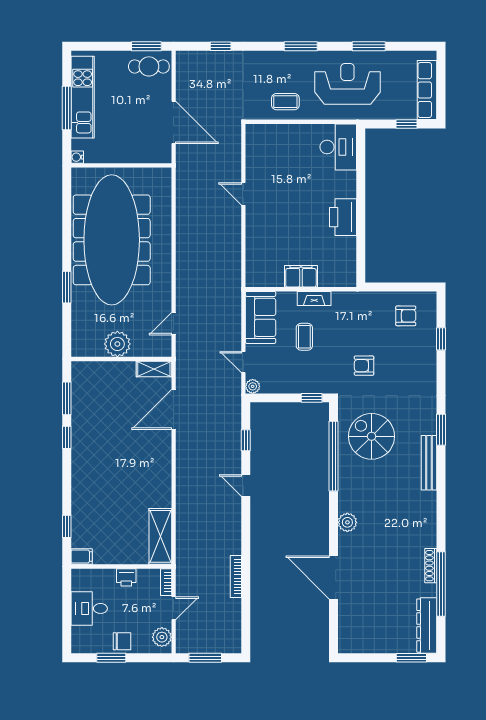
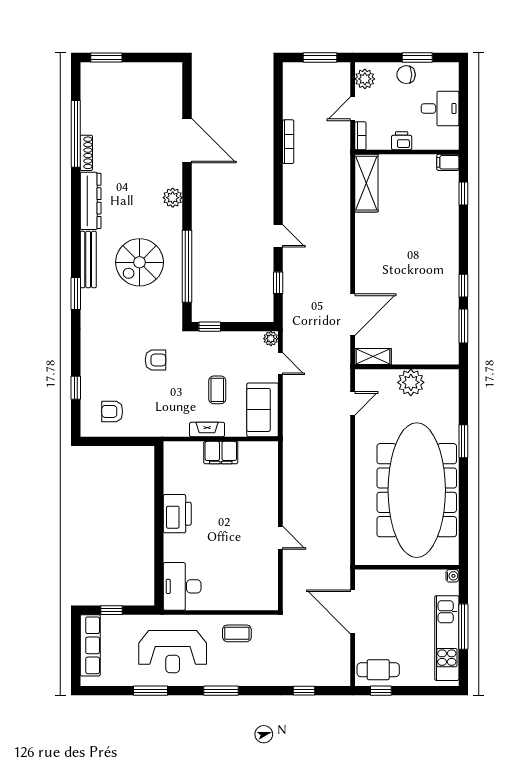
window: (146, 46) -> (381, 691), width x0.67
spiral stairs: (372, 436) -> (140, 262), moved, turned 90
dresser: (427, 626) -> (91, 201), moved

